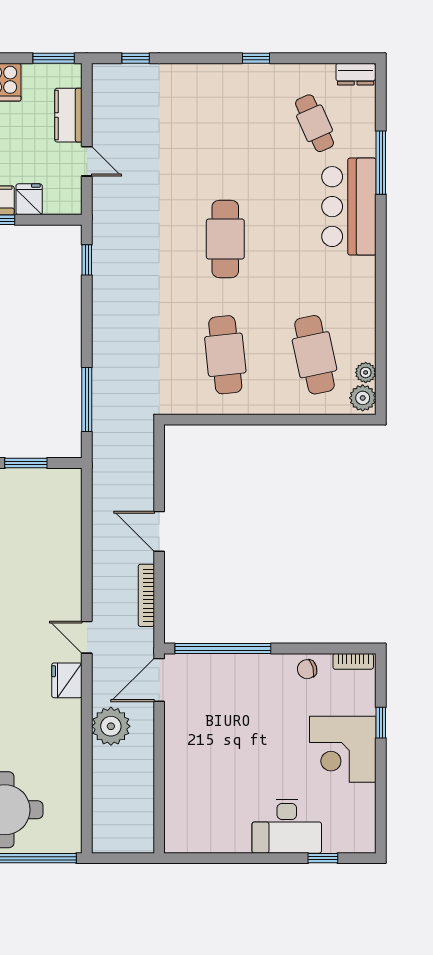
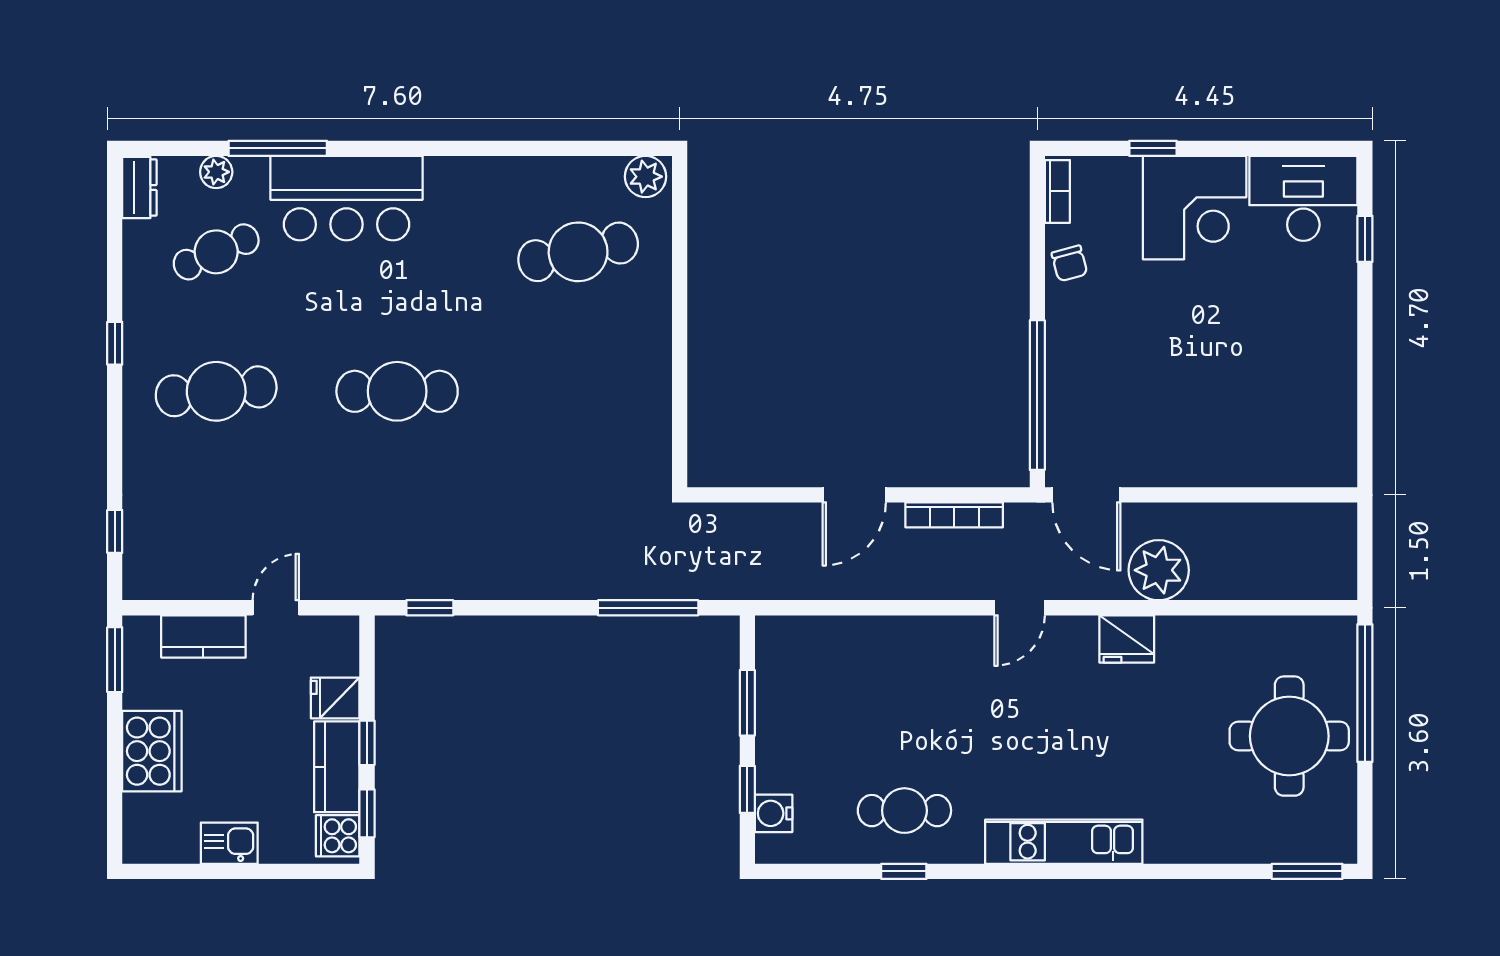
cafe table: (225, 355) -> (216, 391), moved
plant: (366, 372) -> (216, 172), moved
fridge: (67, 680) -> (1127, 639), moved
desk: (287, 826) -> (1303, 198), moved, turned -90

